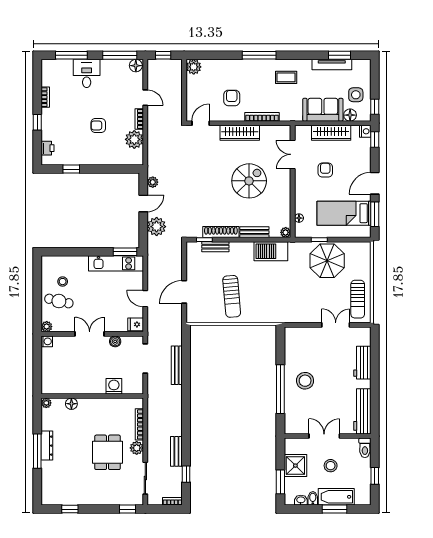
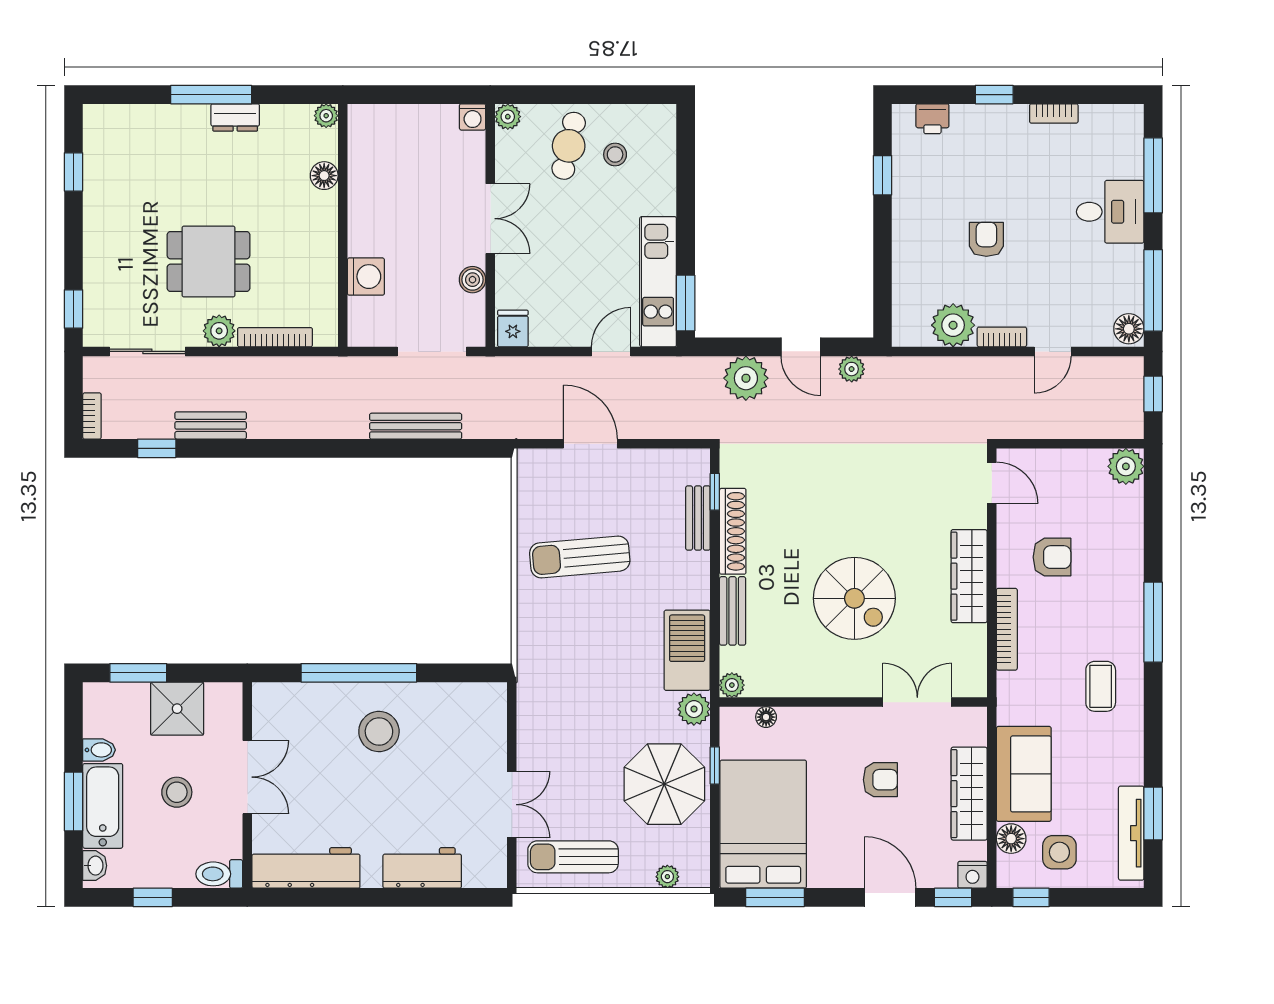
tv unit: (332, 65) -> (1131, 833), moved
door: (375, 183) -> (890, 897), moved
bed: (344, 213) -> (763, 824), width x1.50
plant: (296, 248) -> (694, 709), added
plant: (366, 260) -> (667, 877), added
door: (145, 299) -> (611, 351), moved
dresser: (47, 446) -> (235, 117), width x0.70
washbasin: (301, 500) -> (95, 866), moved

